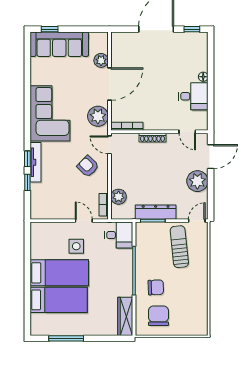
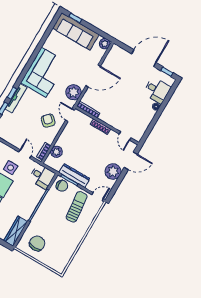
plant: (101, 60) -> (105, 44), moved
desk: (193, 96) -> (157, 90), moved
chair: (156, 287) -> (62, 186), moved

